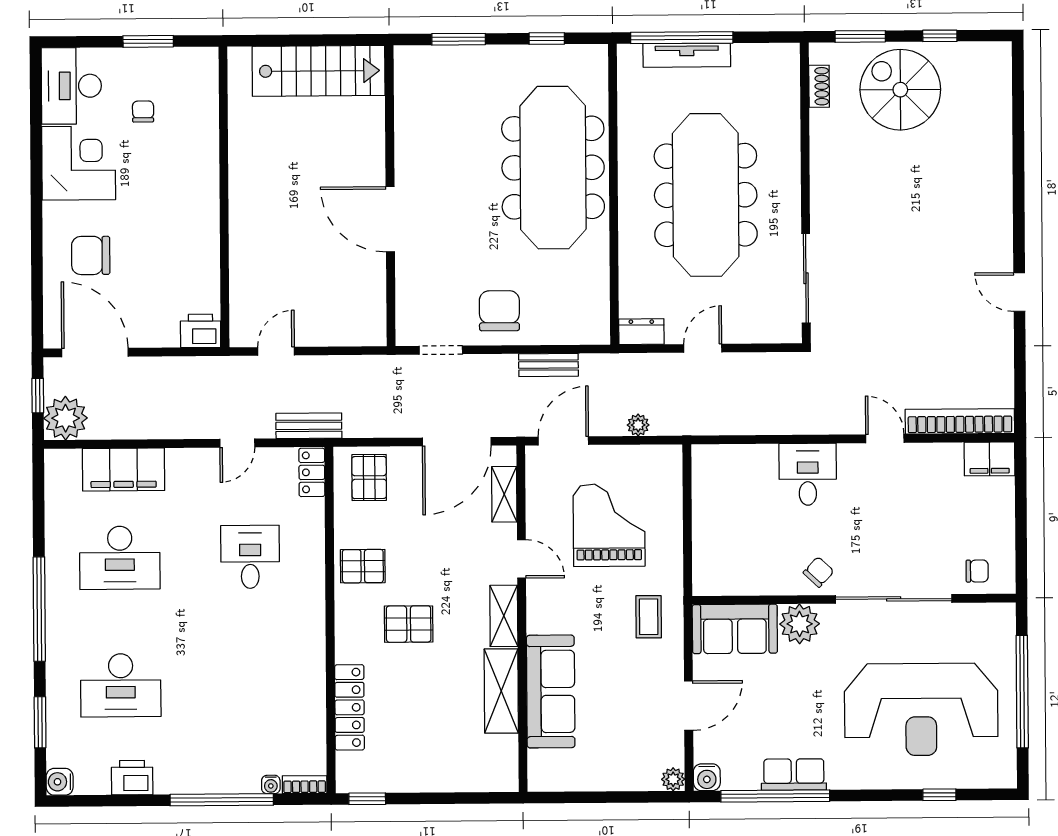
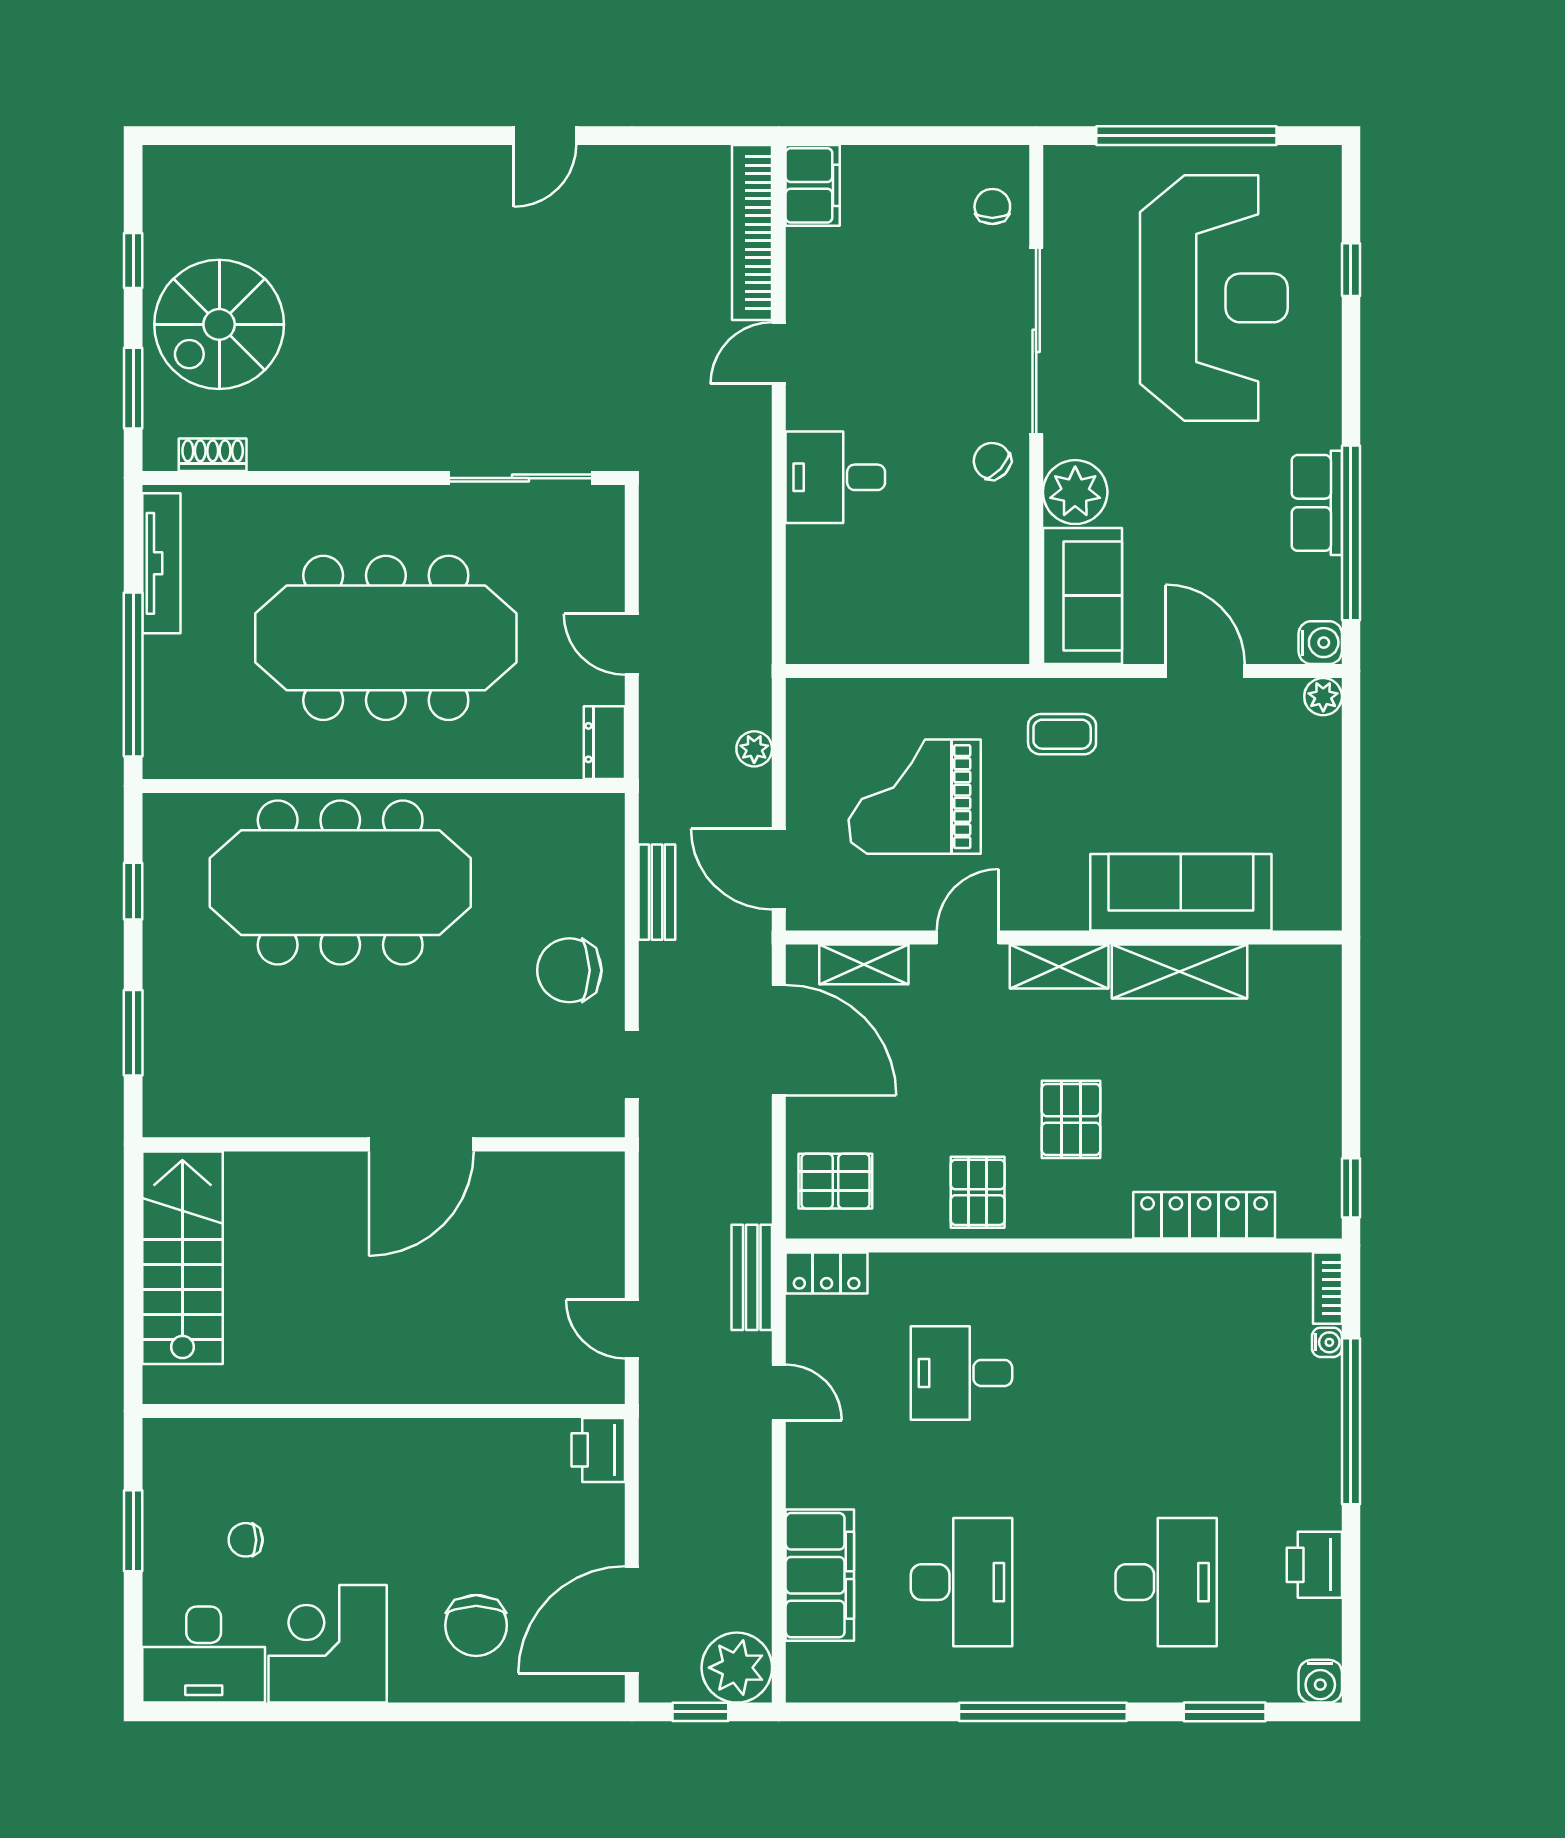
tv unit: (687, 55) -> (161, 563), moved

